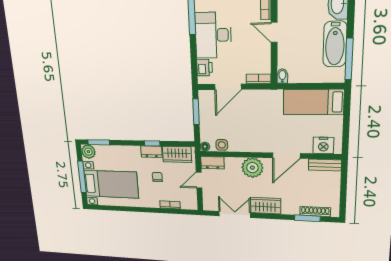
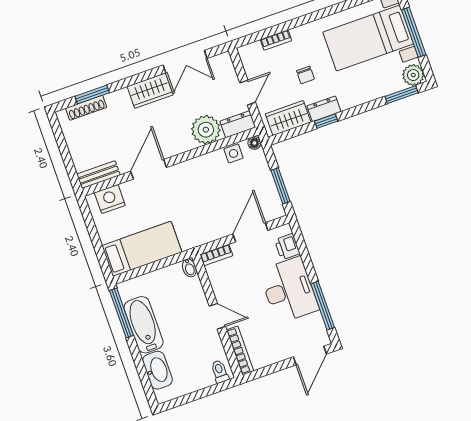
plant: (252, 168) -> (206, 130), moved

